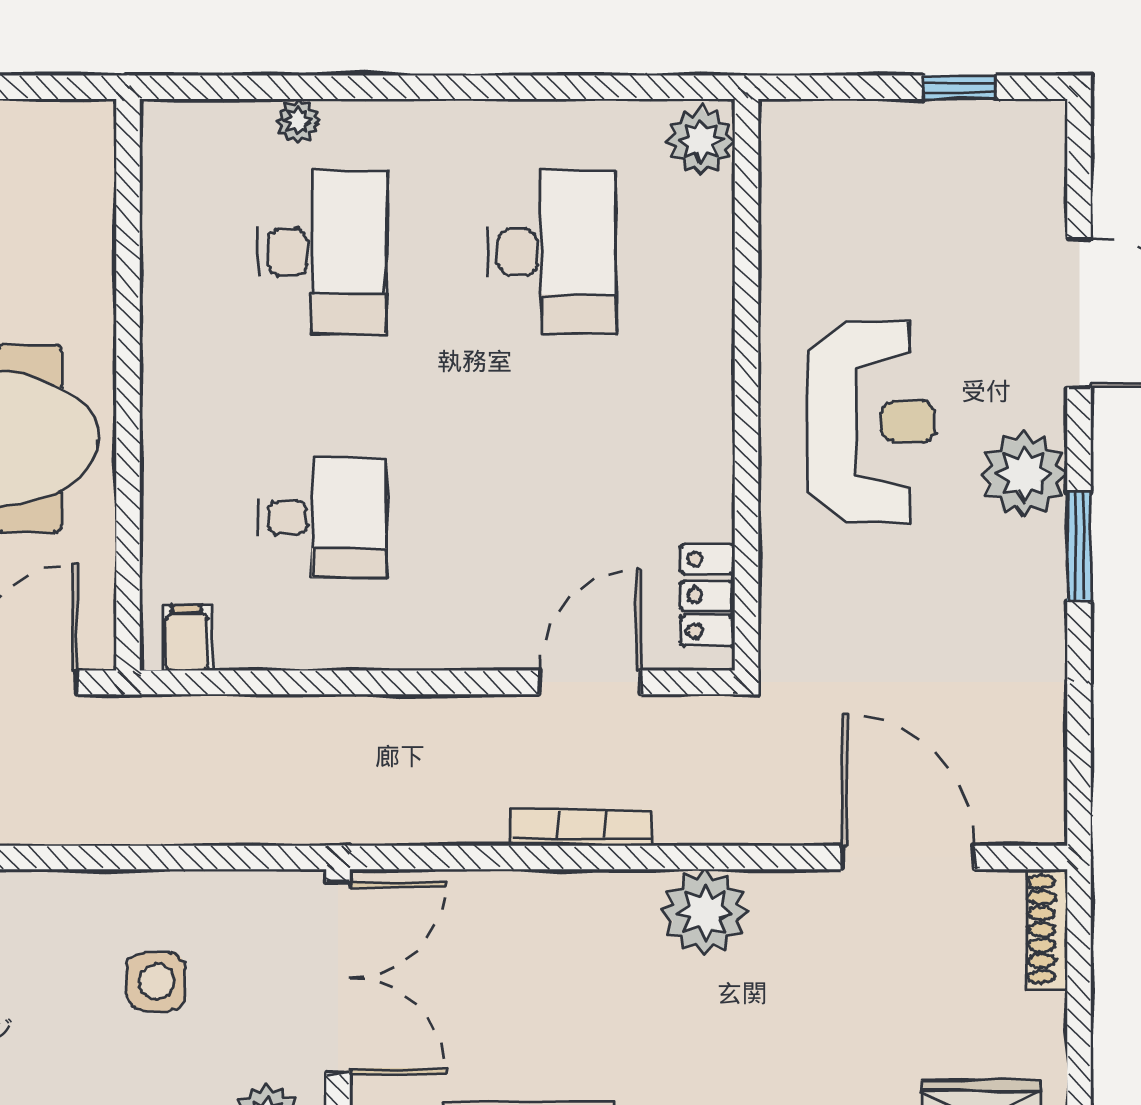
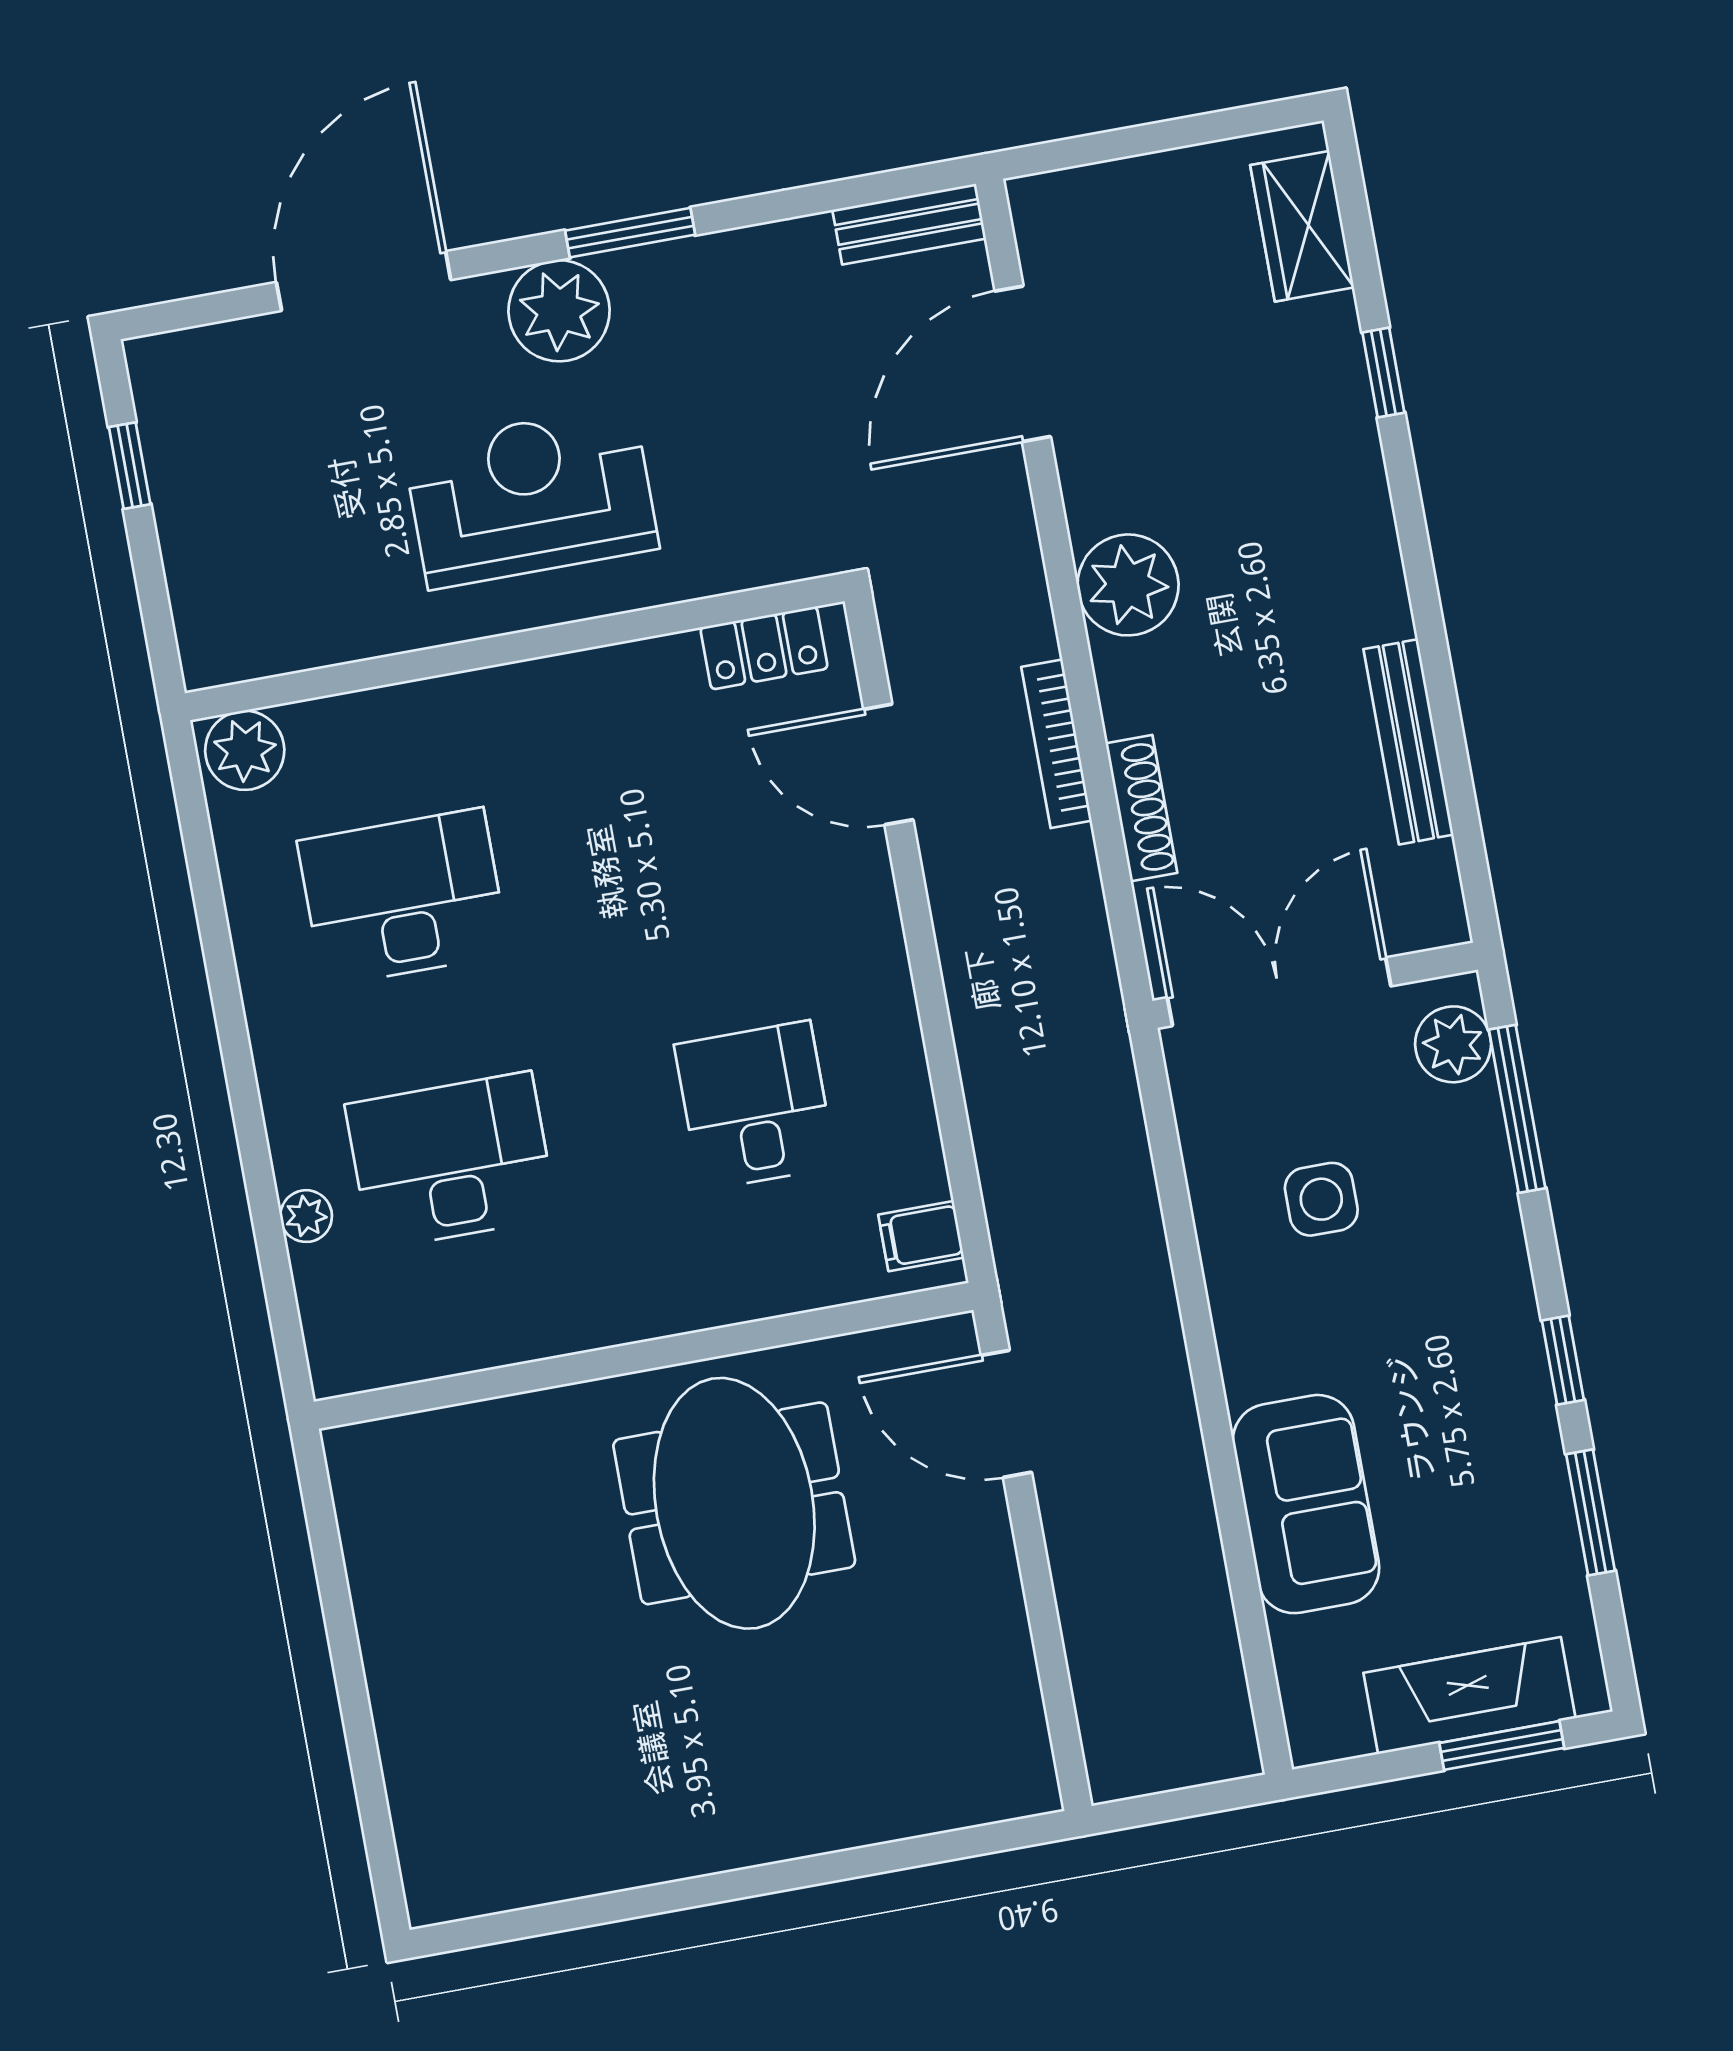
bench: (1043, 783) -> (909, 224), added
shoe rack: (1047, 929) -> (1141, 808), moved, turned -90

